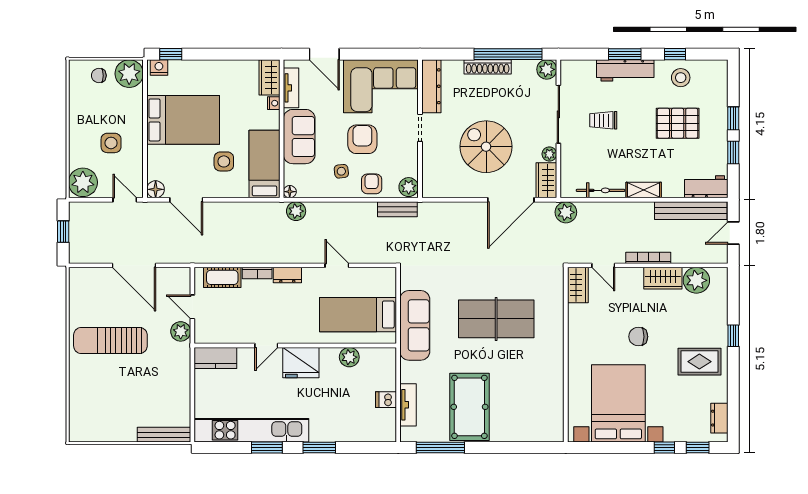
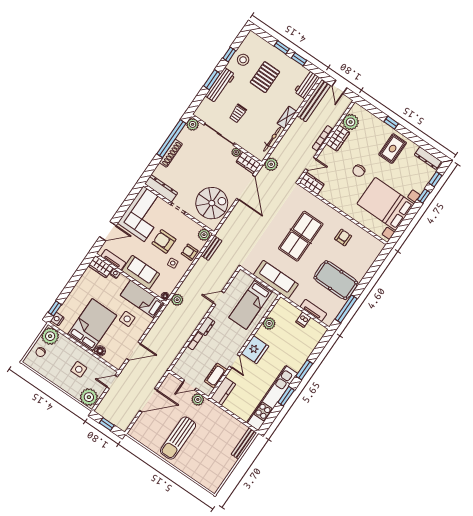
spiral stairs: (486, 147) -> (212, 203), moved, turned 180
floor lamp: (156, 189) -> (100, 351), moved
cot: (222, 277) -> (216, 376), moved
armchair: (534, 377) -> (343, 237), added
dresser: (719, 418) -> (428, 158), width x1.44

